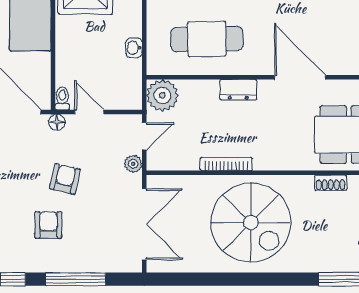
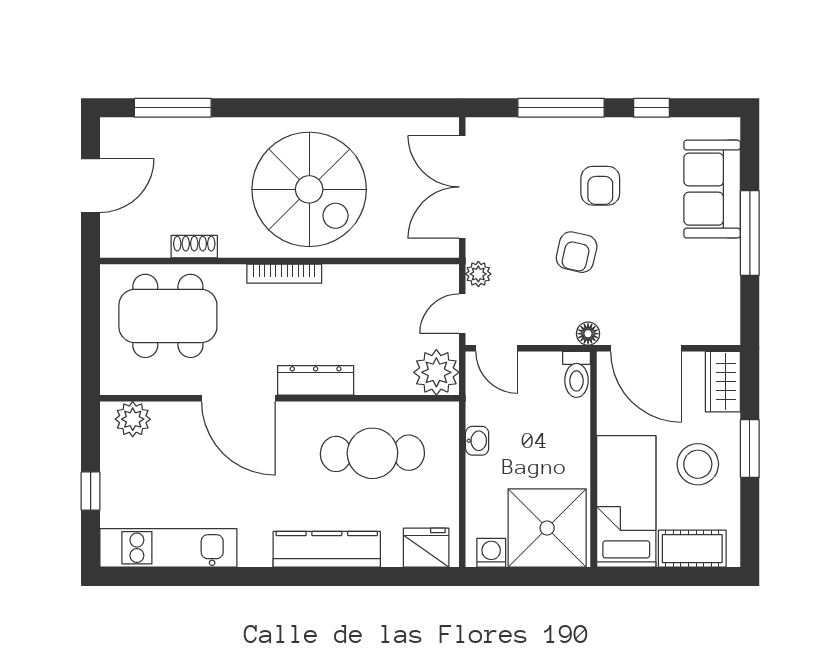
dresser: (238, 90) -> (316, 380), width x1.44
toilet: (62, 98) -> (577, 374), width x1.37, depth x1.39
door: (89, 112) -> (497, 348), moved
bookcase: (226, 164) -> (284, 274), moved
spiral stairs: (251, 223) -> (309, 189), turned 180

